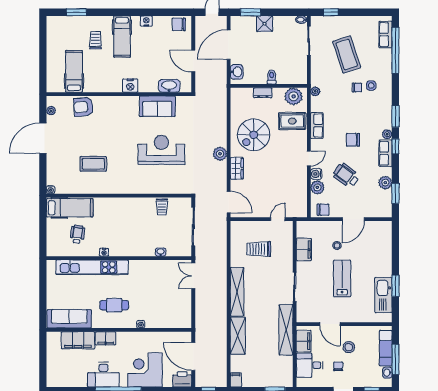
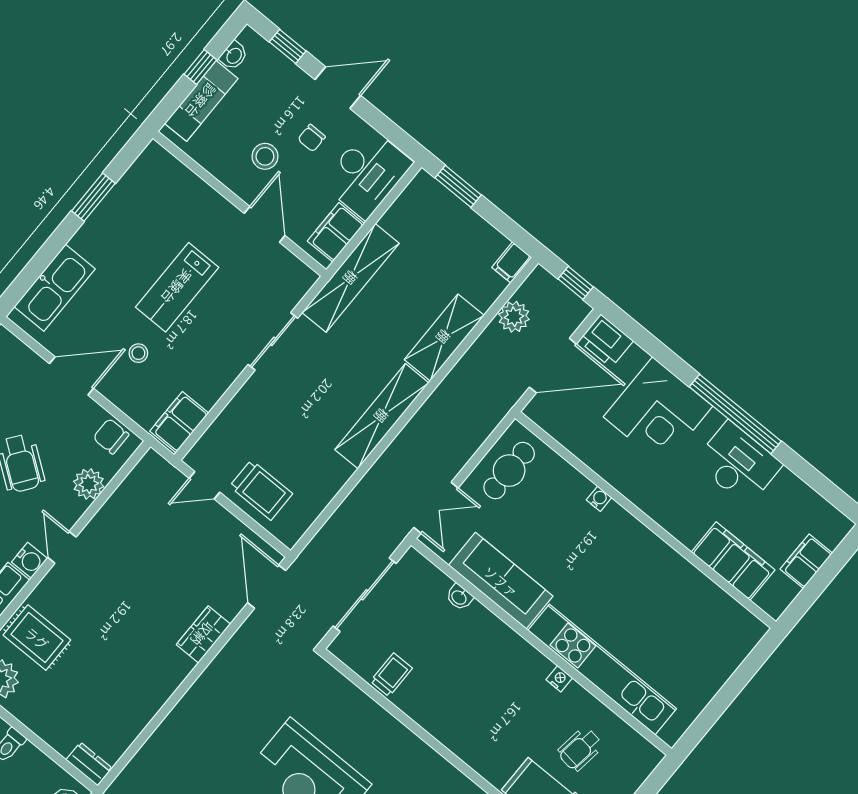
dresser: (263, 93) -> (89, 764), moved
spiral stairs: (254, 135) -> (125, 669), removed
plant: (220, 154) -> (514, 317), moved
door: (309, 159) -> (62, 547), hinge flipped
water cooler: (316, 174) -> (29, 560), moved
trolley: (259, 249) -> (261, 490), moved
filing cabinet: (304, 249) -> (179, 422), moved
kitchen sink: (383, 295) -> (55, 288), moved
cafe table: (114, 305) -> (509, 471), moved, turned 90
sofa: (69, 319) -> (501, 581), moved, turned 180
filing cabinet: (106, 338) -> (806, 561), moved, turned -90
door: (193, 356) -> (553, 366), hinge flipped
window: (395, 359) -> (200, 67), width x0.46
desk: (310, 365) -> (367, 173), width x1.37

